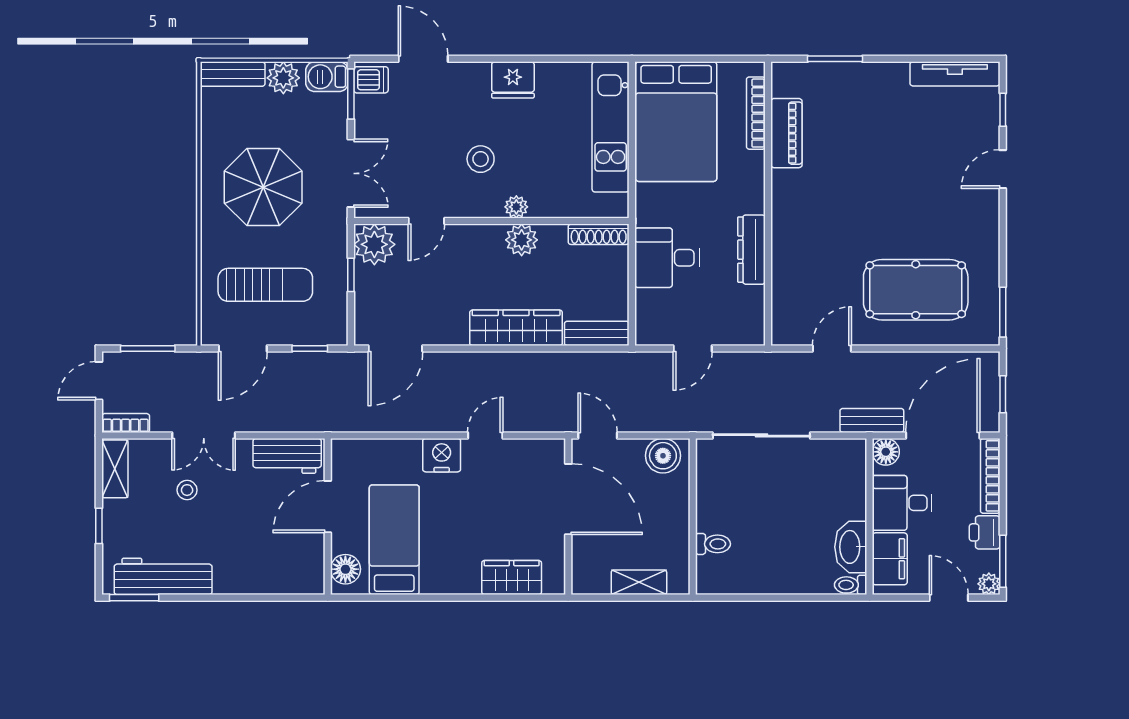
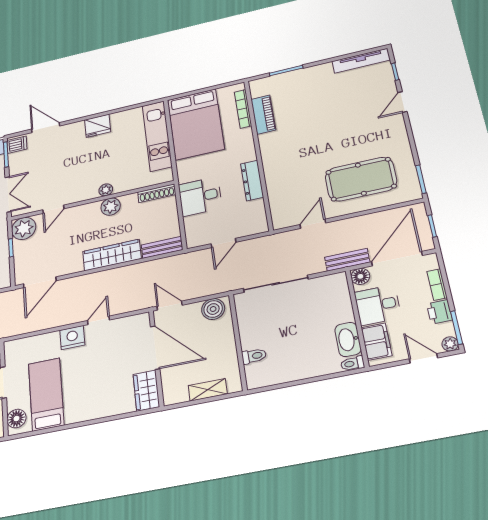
stool: (481, 159) -> (82, 170), removed
bookcase: (990, 476) -> (437, 285), width x0.64
wardrobe: (512, 578) -> (146, 391), moved, turned -90

